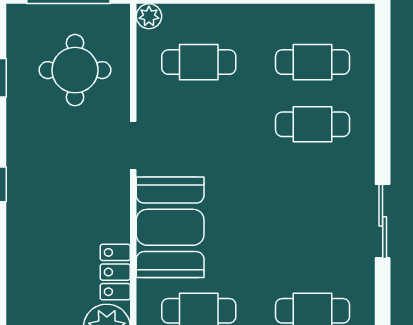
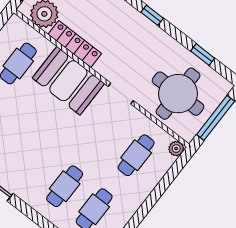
round table: (75, 70) -> (178, 94), width x1.36, depth x1.36
locker: (115, 272) -> (75, 44), width x1.53

